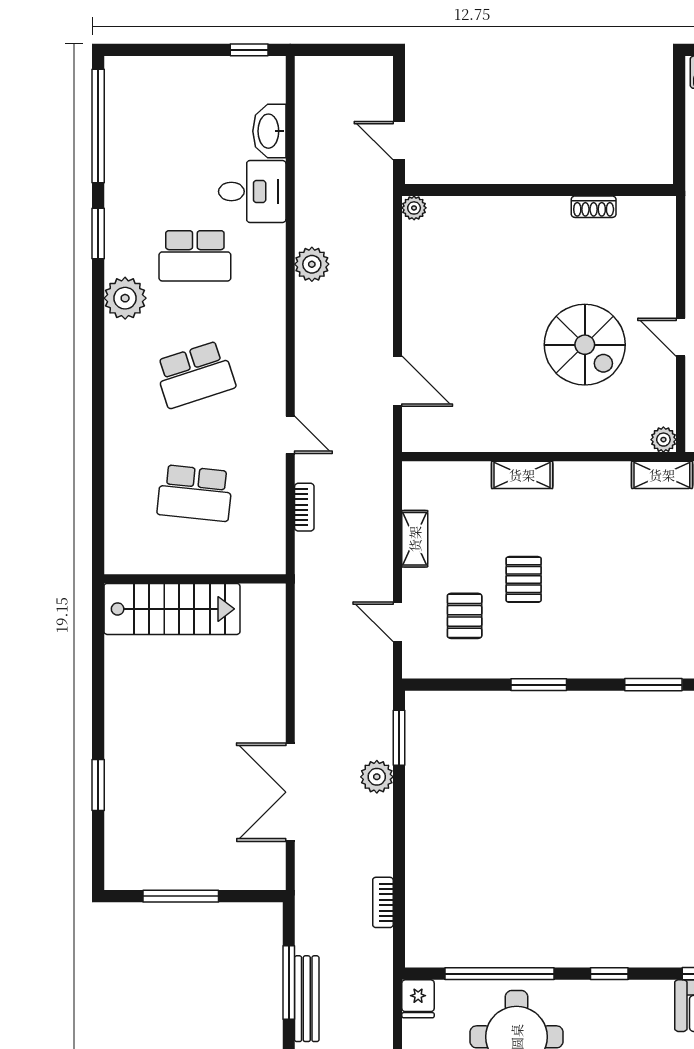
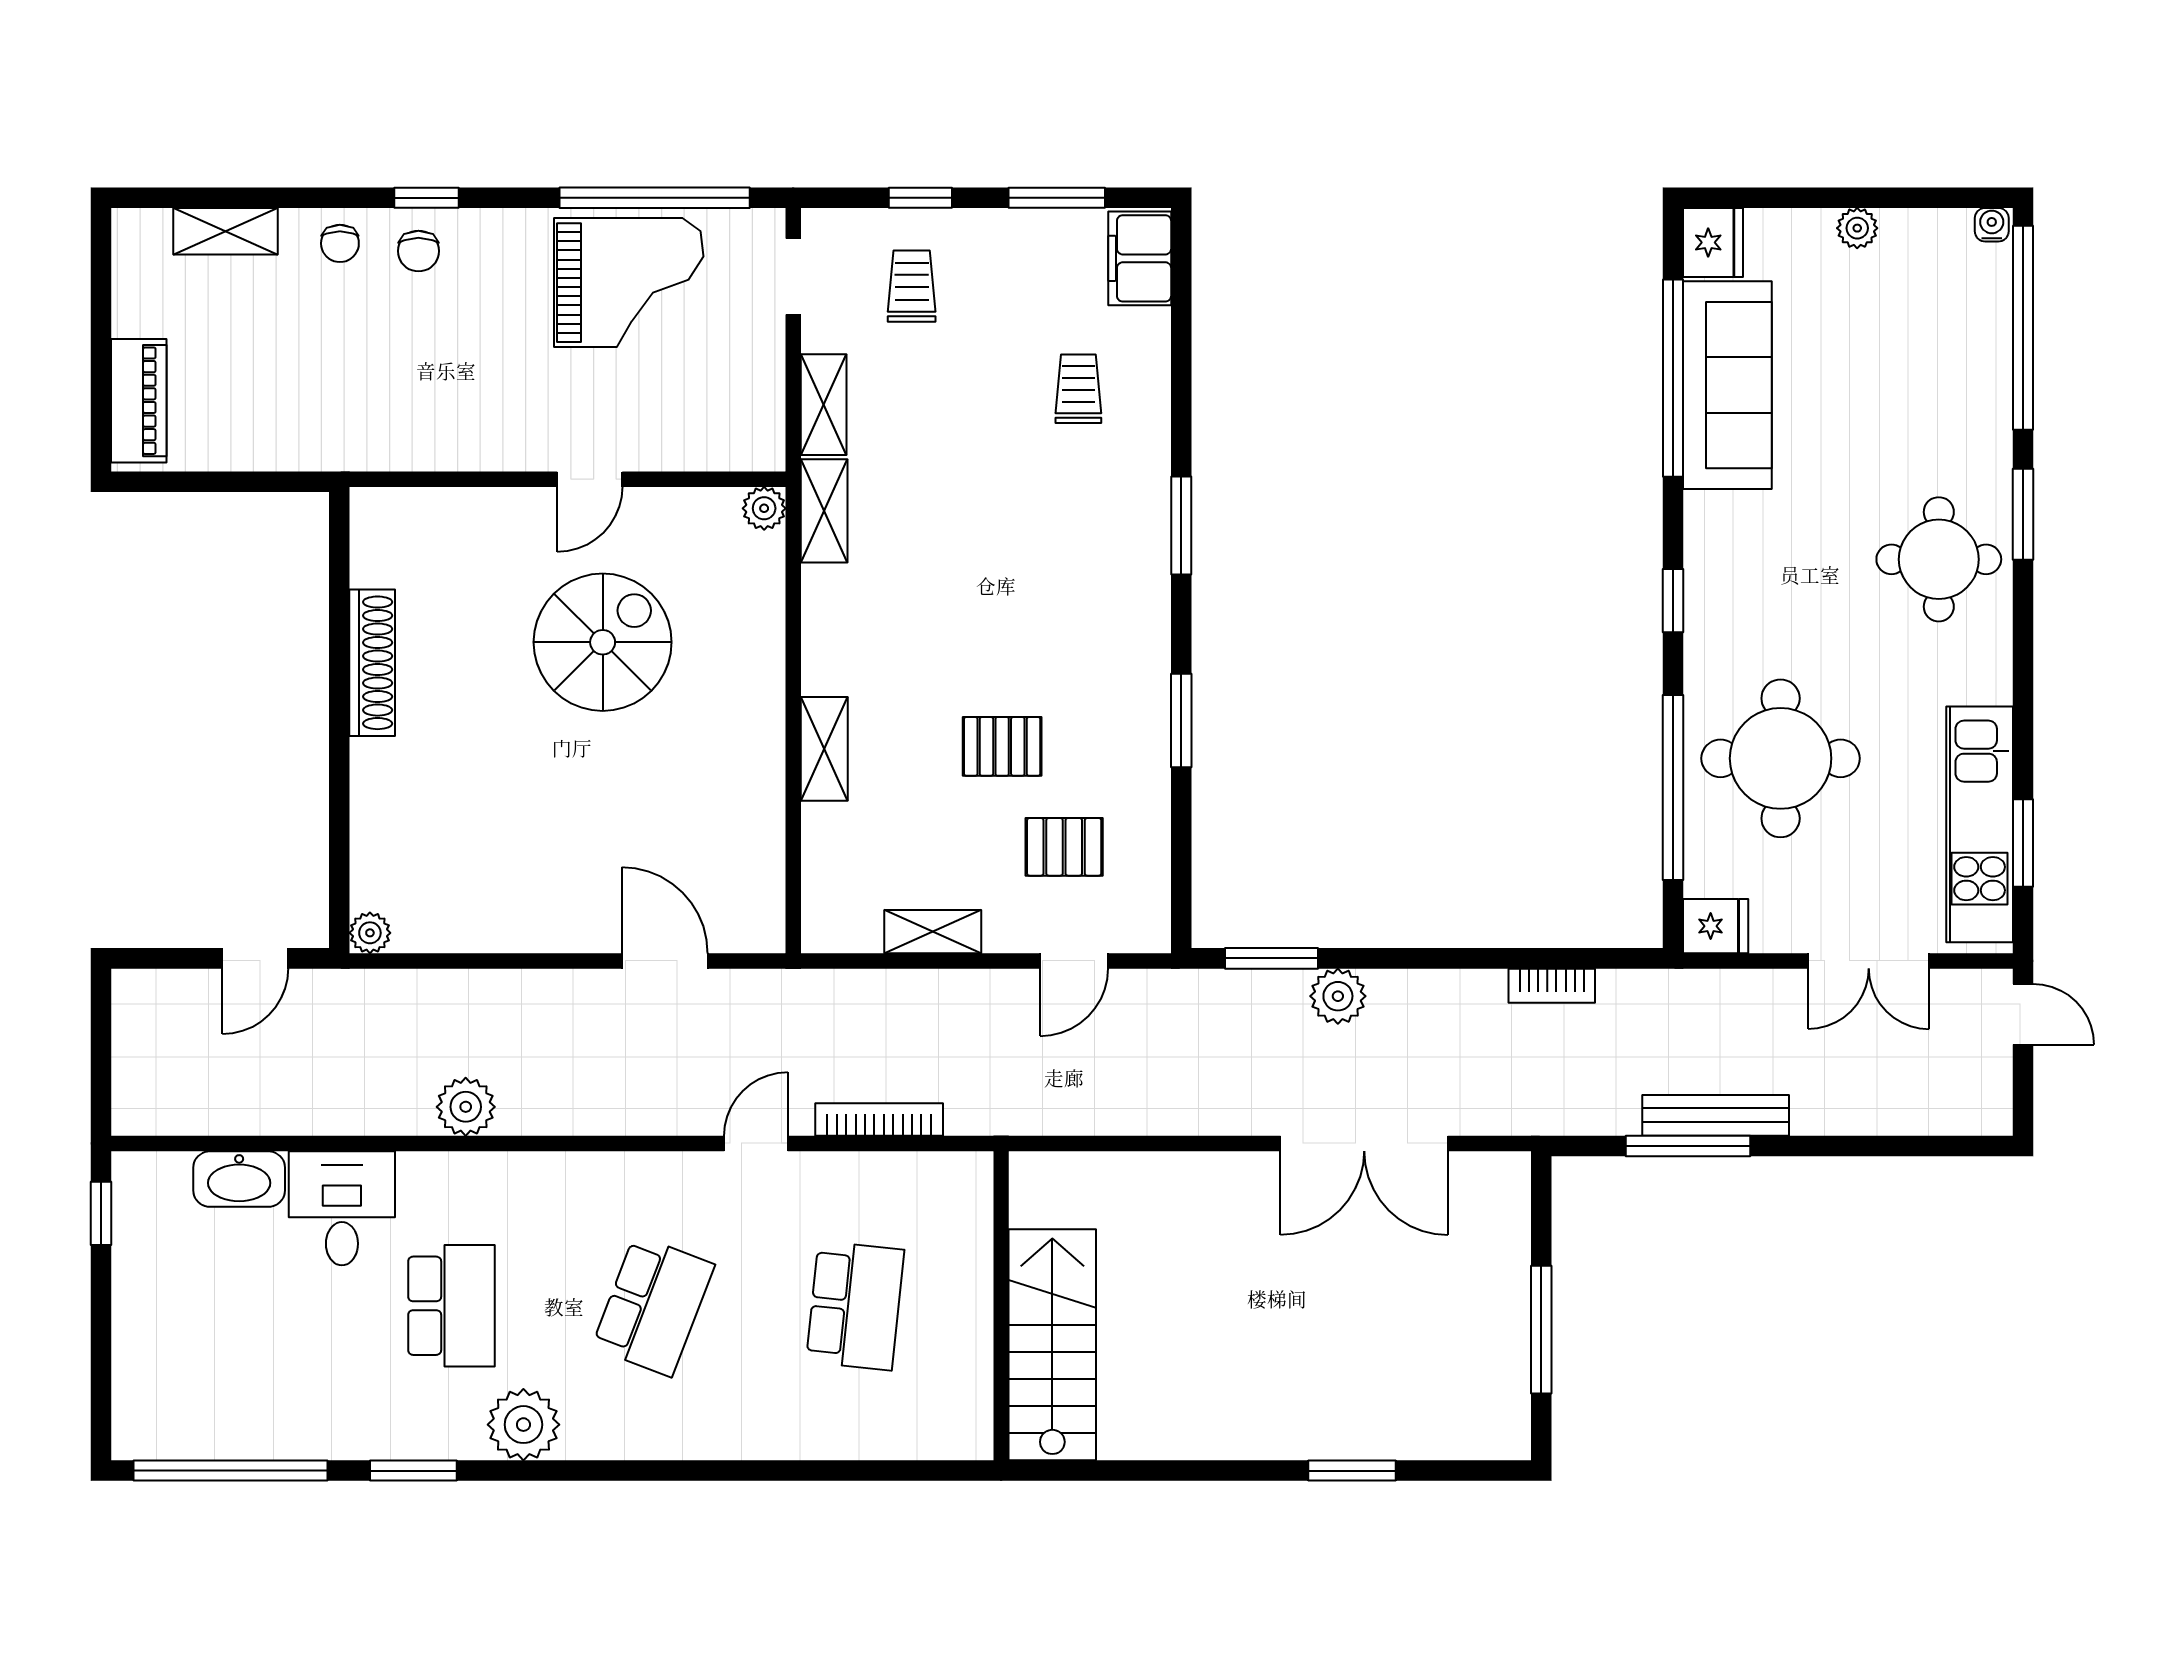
shoe rack: (594, 207) -> (372, 663), width x1.94, depth x1.24
school desk: (195, 374) -> (653, 1306), turned 39
door: (398, 381) -> (665, 961), hinge flipped
bookcase: (304, 507) -> (879, 1120), width x1.56

